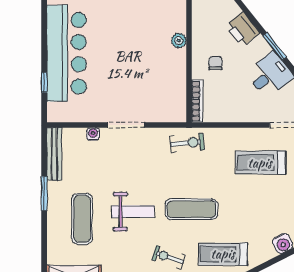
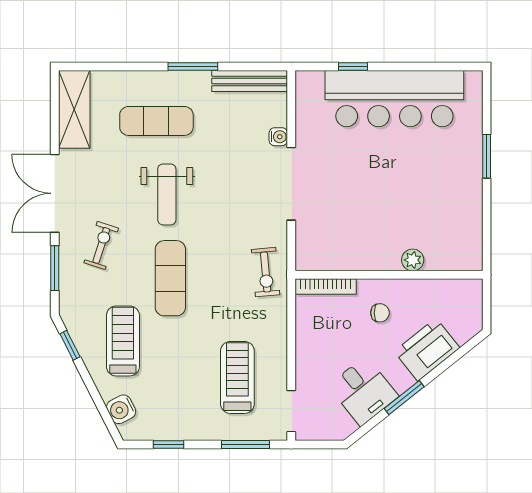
printer: (243, 29) -> (427, 350), width x1.37, depth x1.19
doorway: (126, 125) -> (291, 184), width x1.36
treadmill: (223, 254) -> (123, 341), moved

